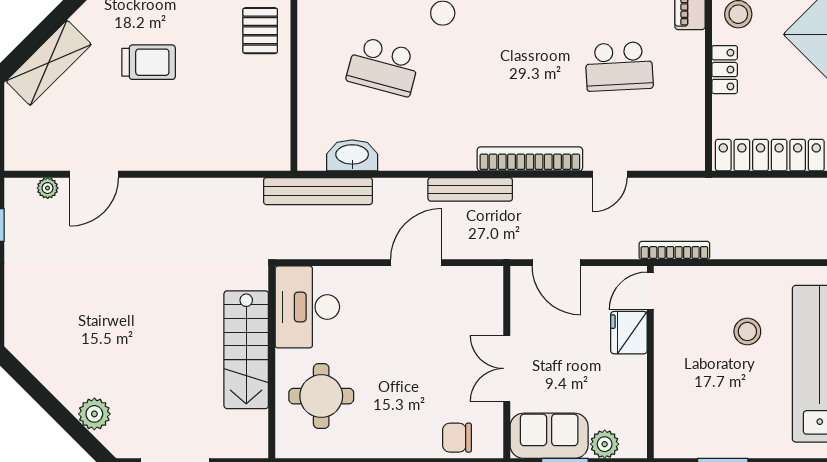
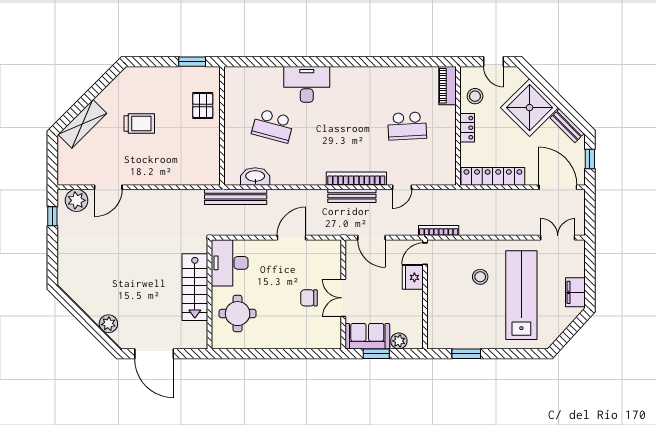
plant: (48, 188) -> (77, 200), width x1.88, depth x1.88
bench: (470, 189) -> (352, 196), moved
chair: (457, 438) -> (309, 298), moved

